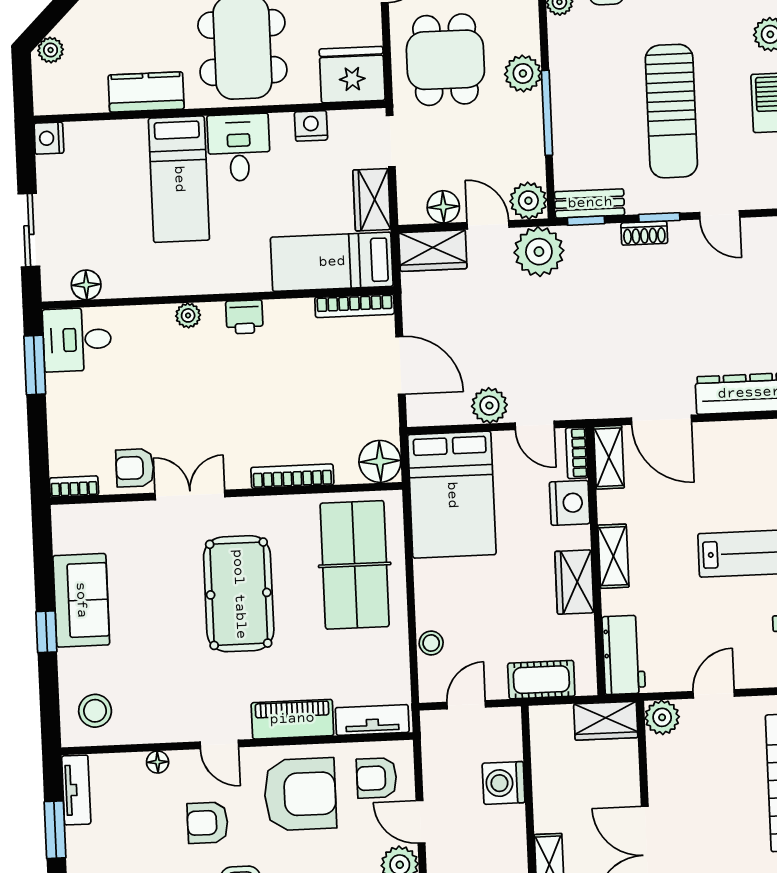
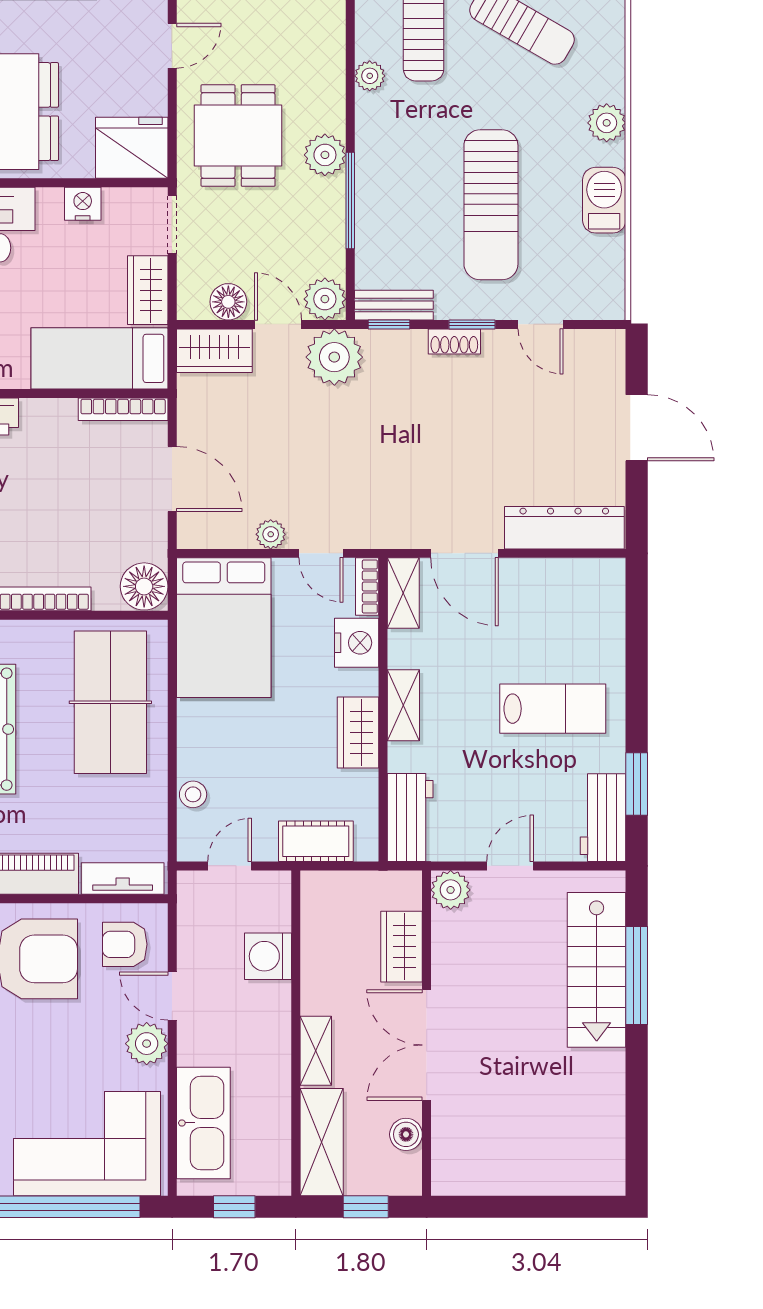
plant: (489, 406) -> (271, 534), width x0.73, depth x0.73
wardrobe: (606, 721) -> (402, 947), moved, turned 90

